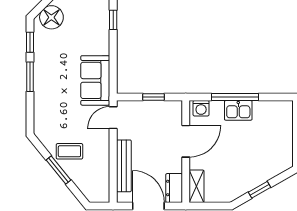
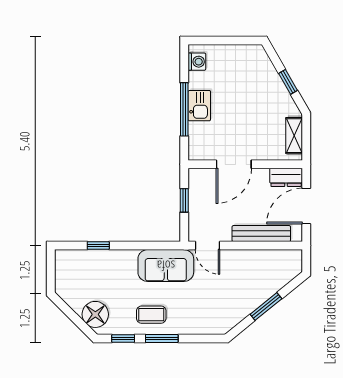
washing machine: (201, 108) -> (197, 62), moved
door: (186, 141) -> (234, 164), swing flipped
coffee table: (69, 151) -> (151, 315), moved, turned 90
shelving: (197, 186) -> (294, 136), moved, turned 90

